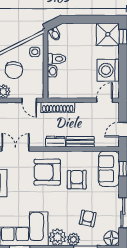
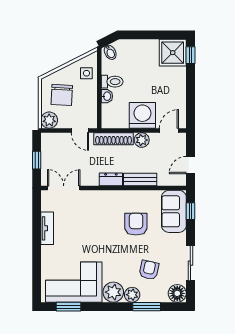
washing machine: (108, 70) -> (142, 115), moved, turned 90
plant: (82, 108) -> (142, 140), added
armchair: (47, 172) -> (101, 215), removed

